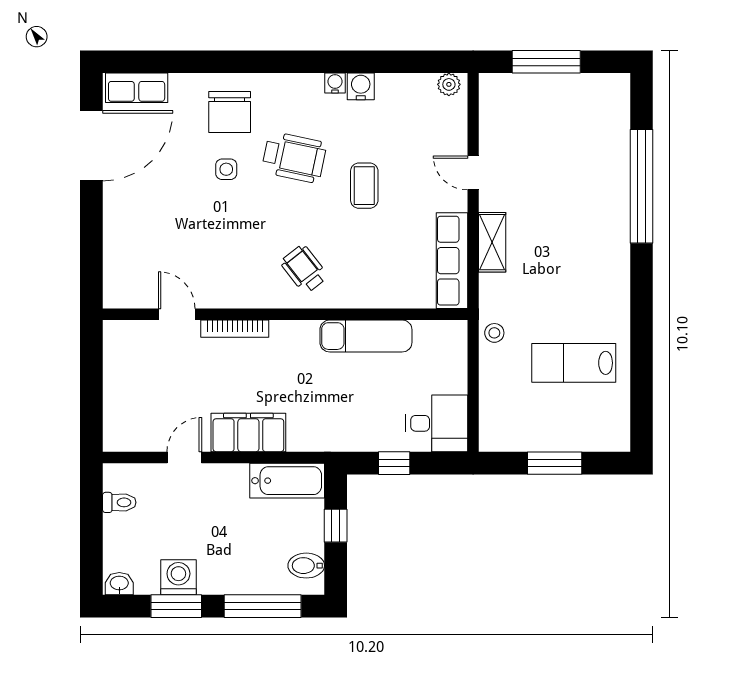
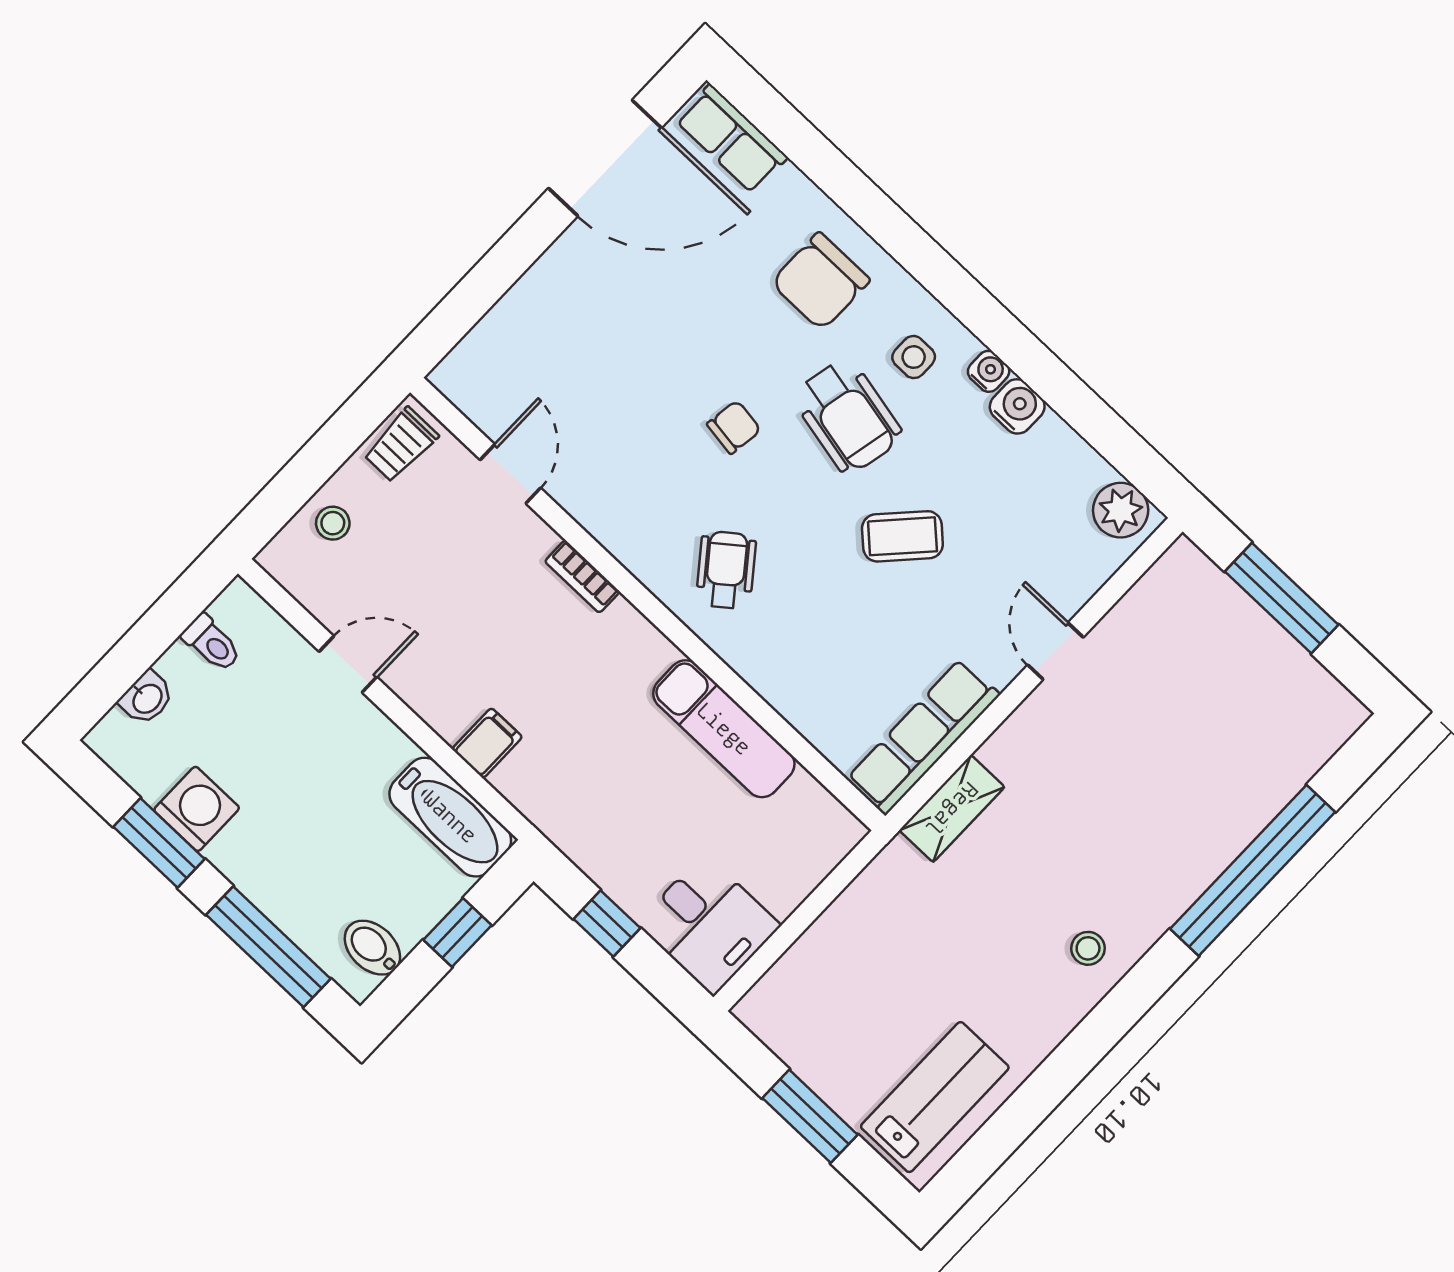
plant: (449, 84) -> (1121, 510), width x1.38, depth x1.38
side table: (226, 169) -> (914, 357), moved
coffee table: (364, 186) -> (902, 536), turned 43
chair: (251, 207) -> (734, 427), added
shelving: (492, 242) -> (952, 809), moved
bookcase: (235, 329) -> (582, 577), width x0.64
stool: (494, 333) -> (1088, 948), moved
trolley: (120, 345) -> (401, 445), added
lab bench: (574, 363) -> (935, 1097), moved, turned 90
stool: (122, 405) -> (333, 523), added
filing cabinet: (248, 433) -> (487, 743), width x0.33, depth x0.86
washbasin: (119, 584) -> (147, 698), moved, turned 90

